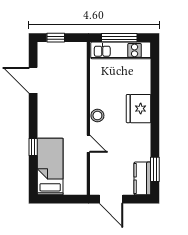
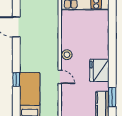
fridge: (139, 109) -> (99, 70), moved

